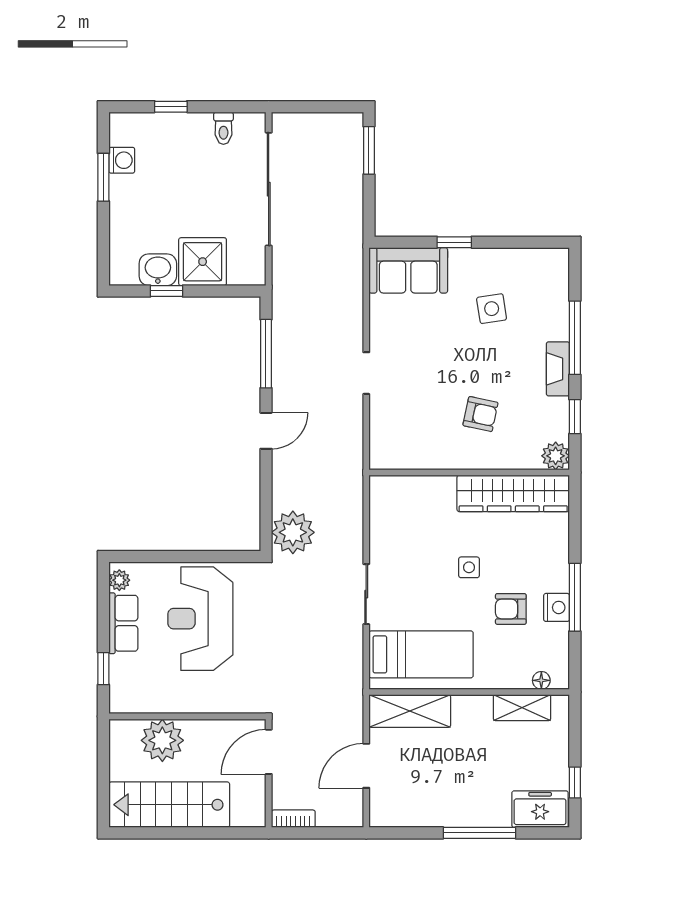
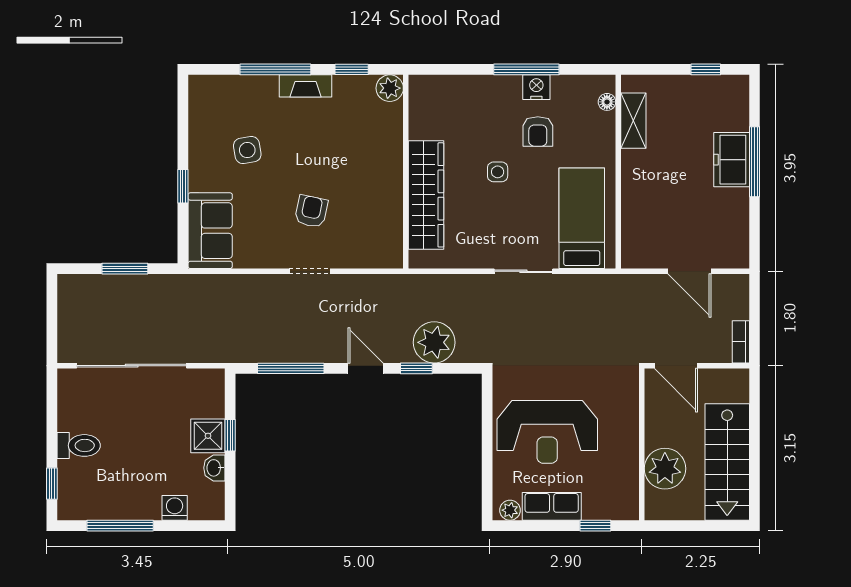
window: (171, 107) -> (52, 484), moved
toilet: (223, 128) -> (79, 445), moved, width x1.37, depth x1.39
window: (369, 150) -> (125, 269), moved
washing machine: (122, 160) -> (175, 508), moved
window: (103, 177) -> (120, 526), width x1.44
shower: (203, 262) -> (208, 436), width x0.73, depth x0.73
washbasin: (158, 270) -> (214, 468), width x0.72, depth x0.69
window: (167, 291) -> (230, 435), moved
armchair: (480, 414) -> (311, 211), moved
window: (266, 483) -> (416, 368), added
wardrobe: (513, 493) -> (426, 195), moved
plant: (293, 532) -> (434, 342), moved
shelving: (410, 711) -> (637, 229), removed
freezer: (540, 809) -> (732, 160), moved

